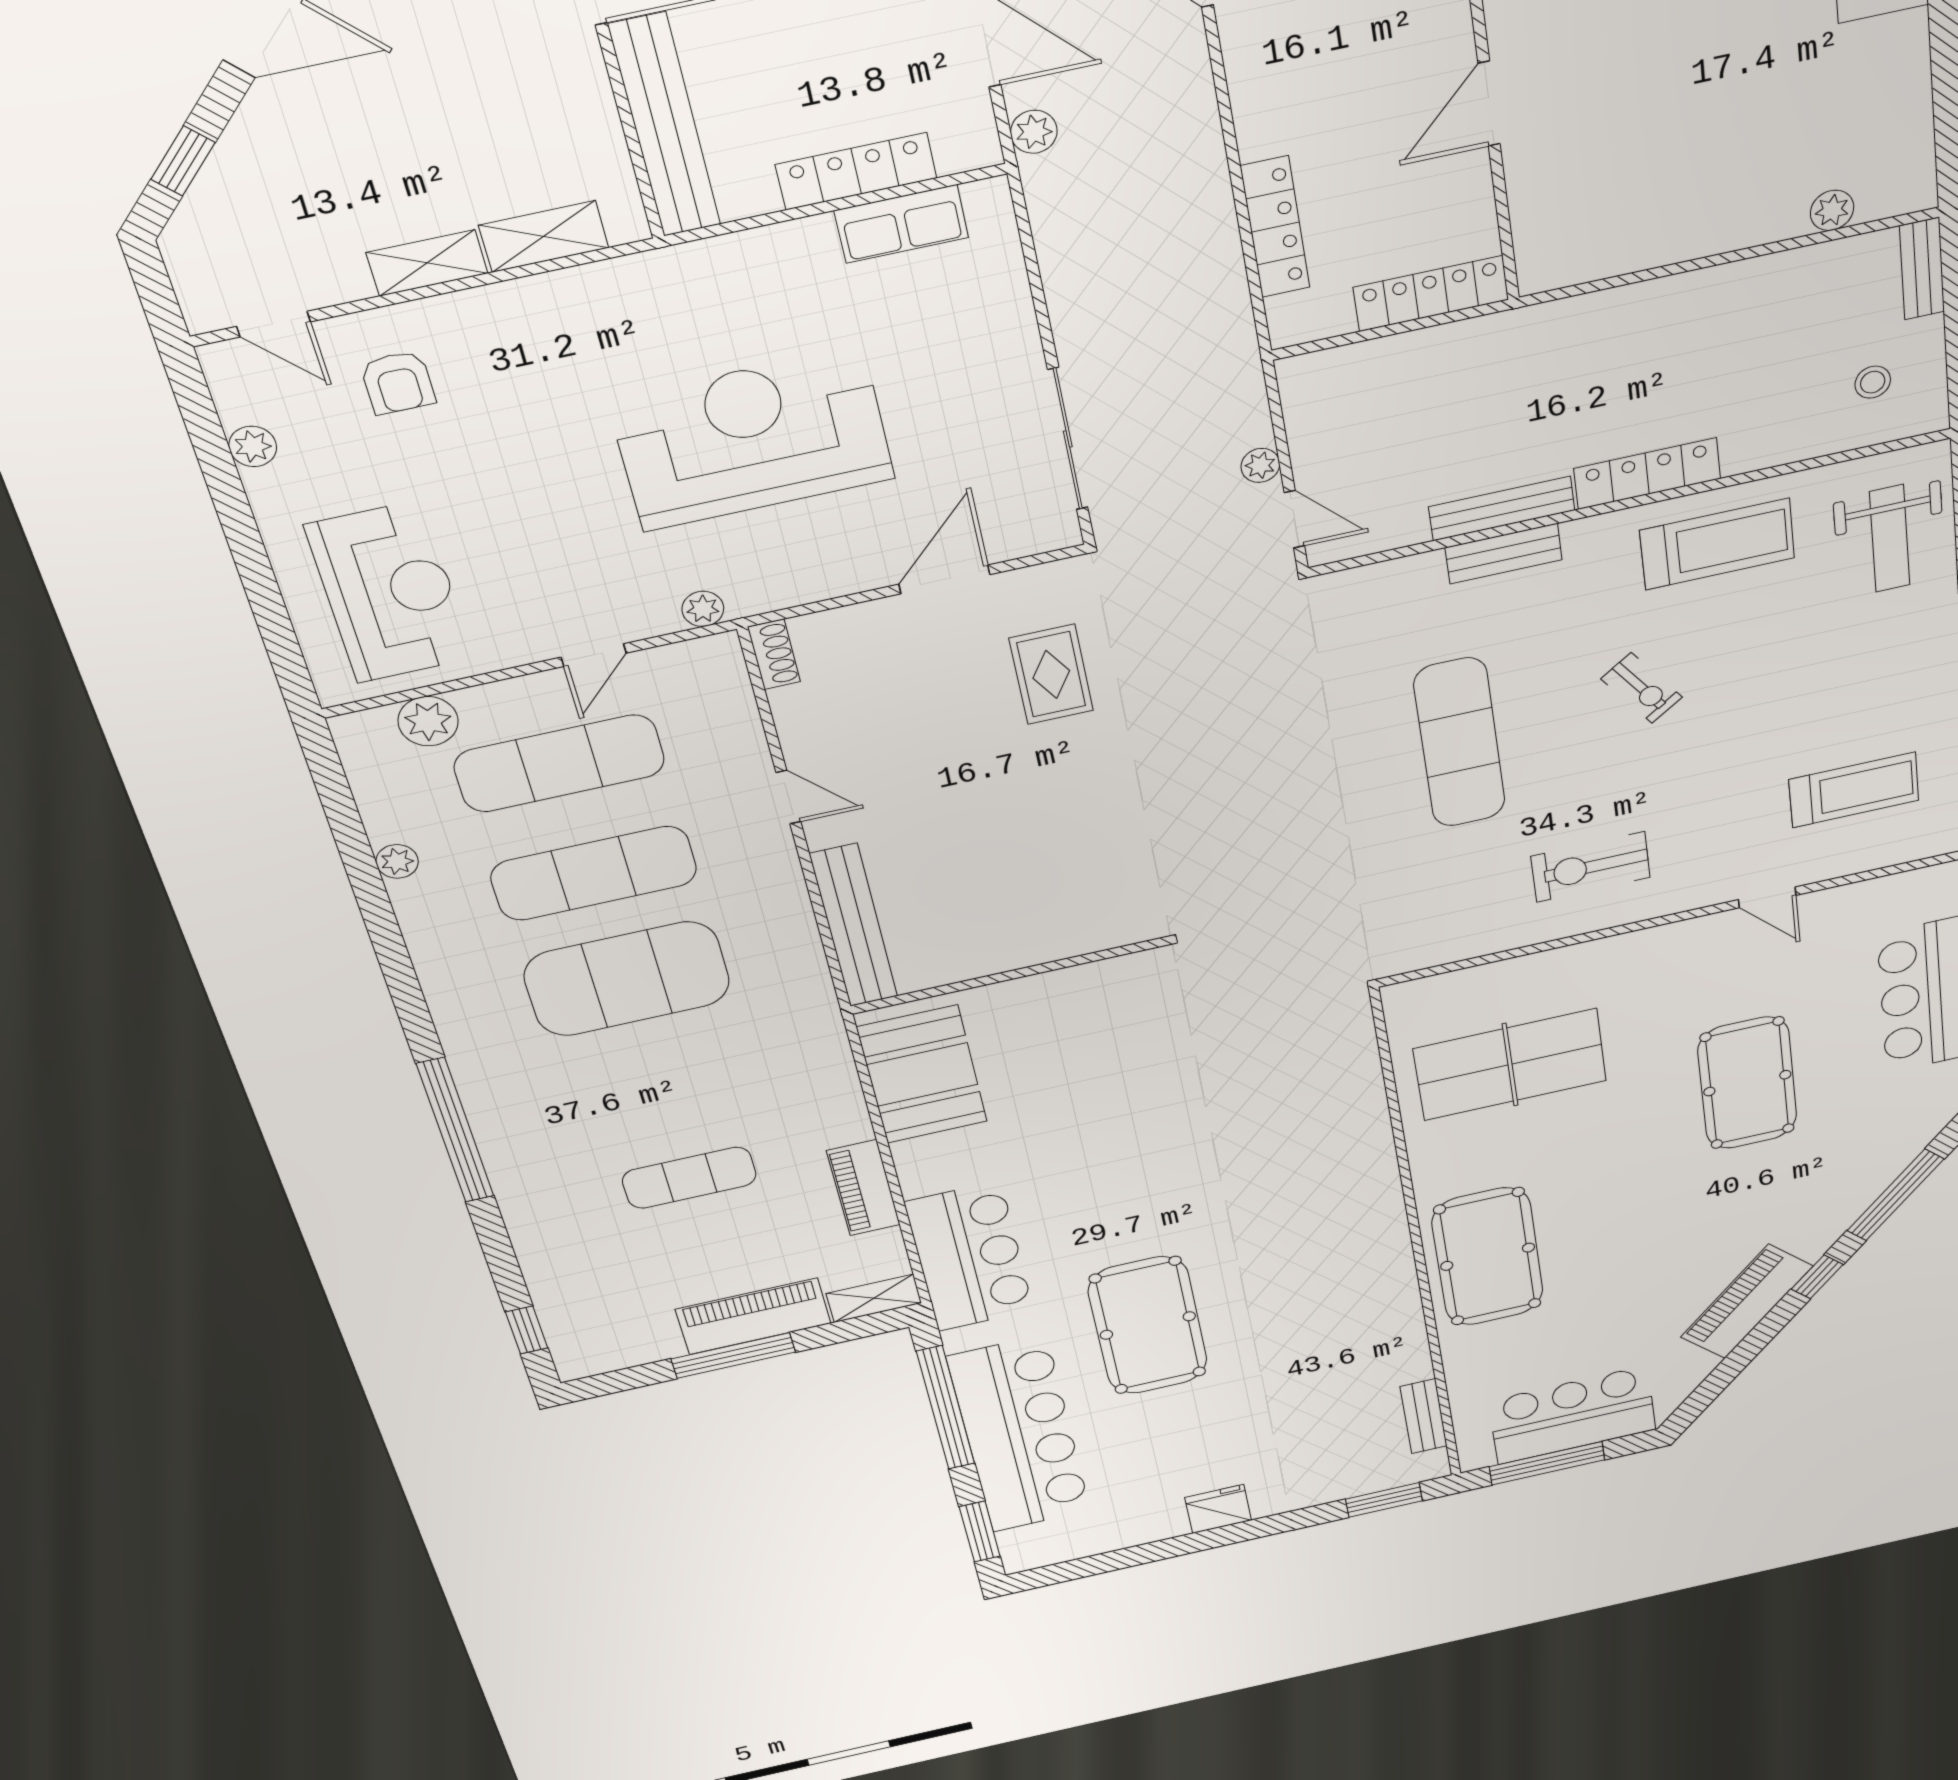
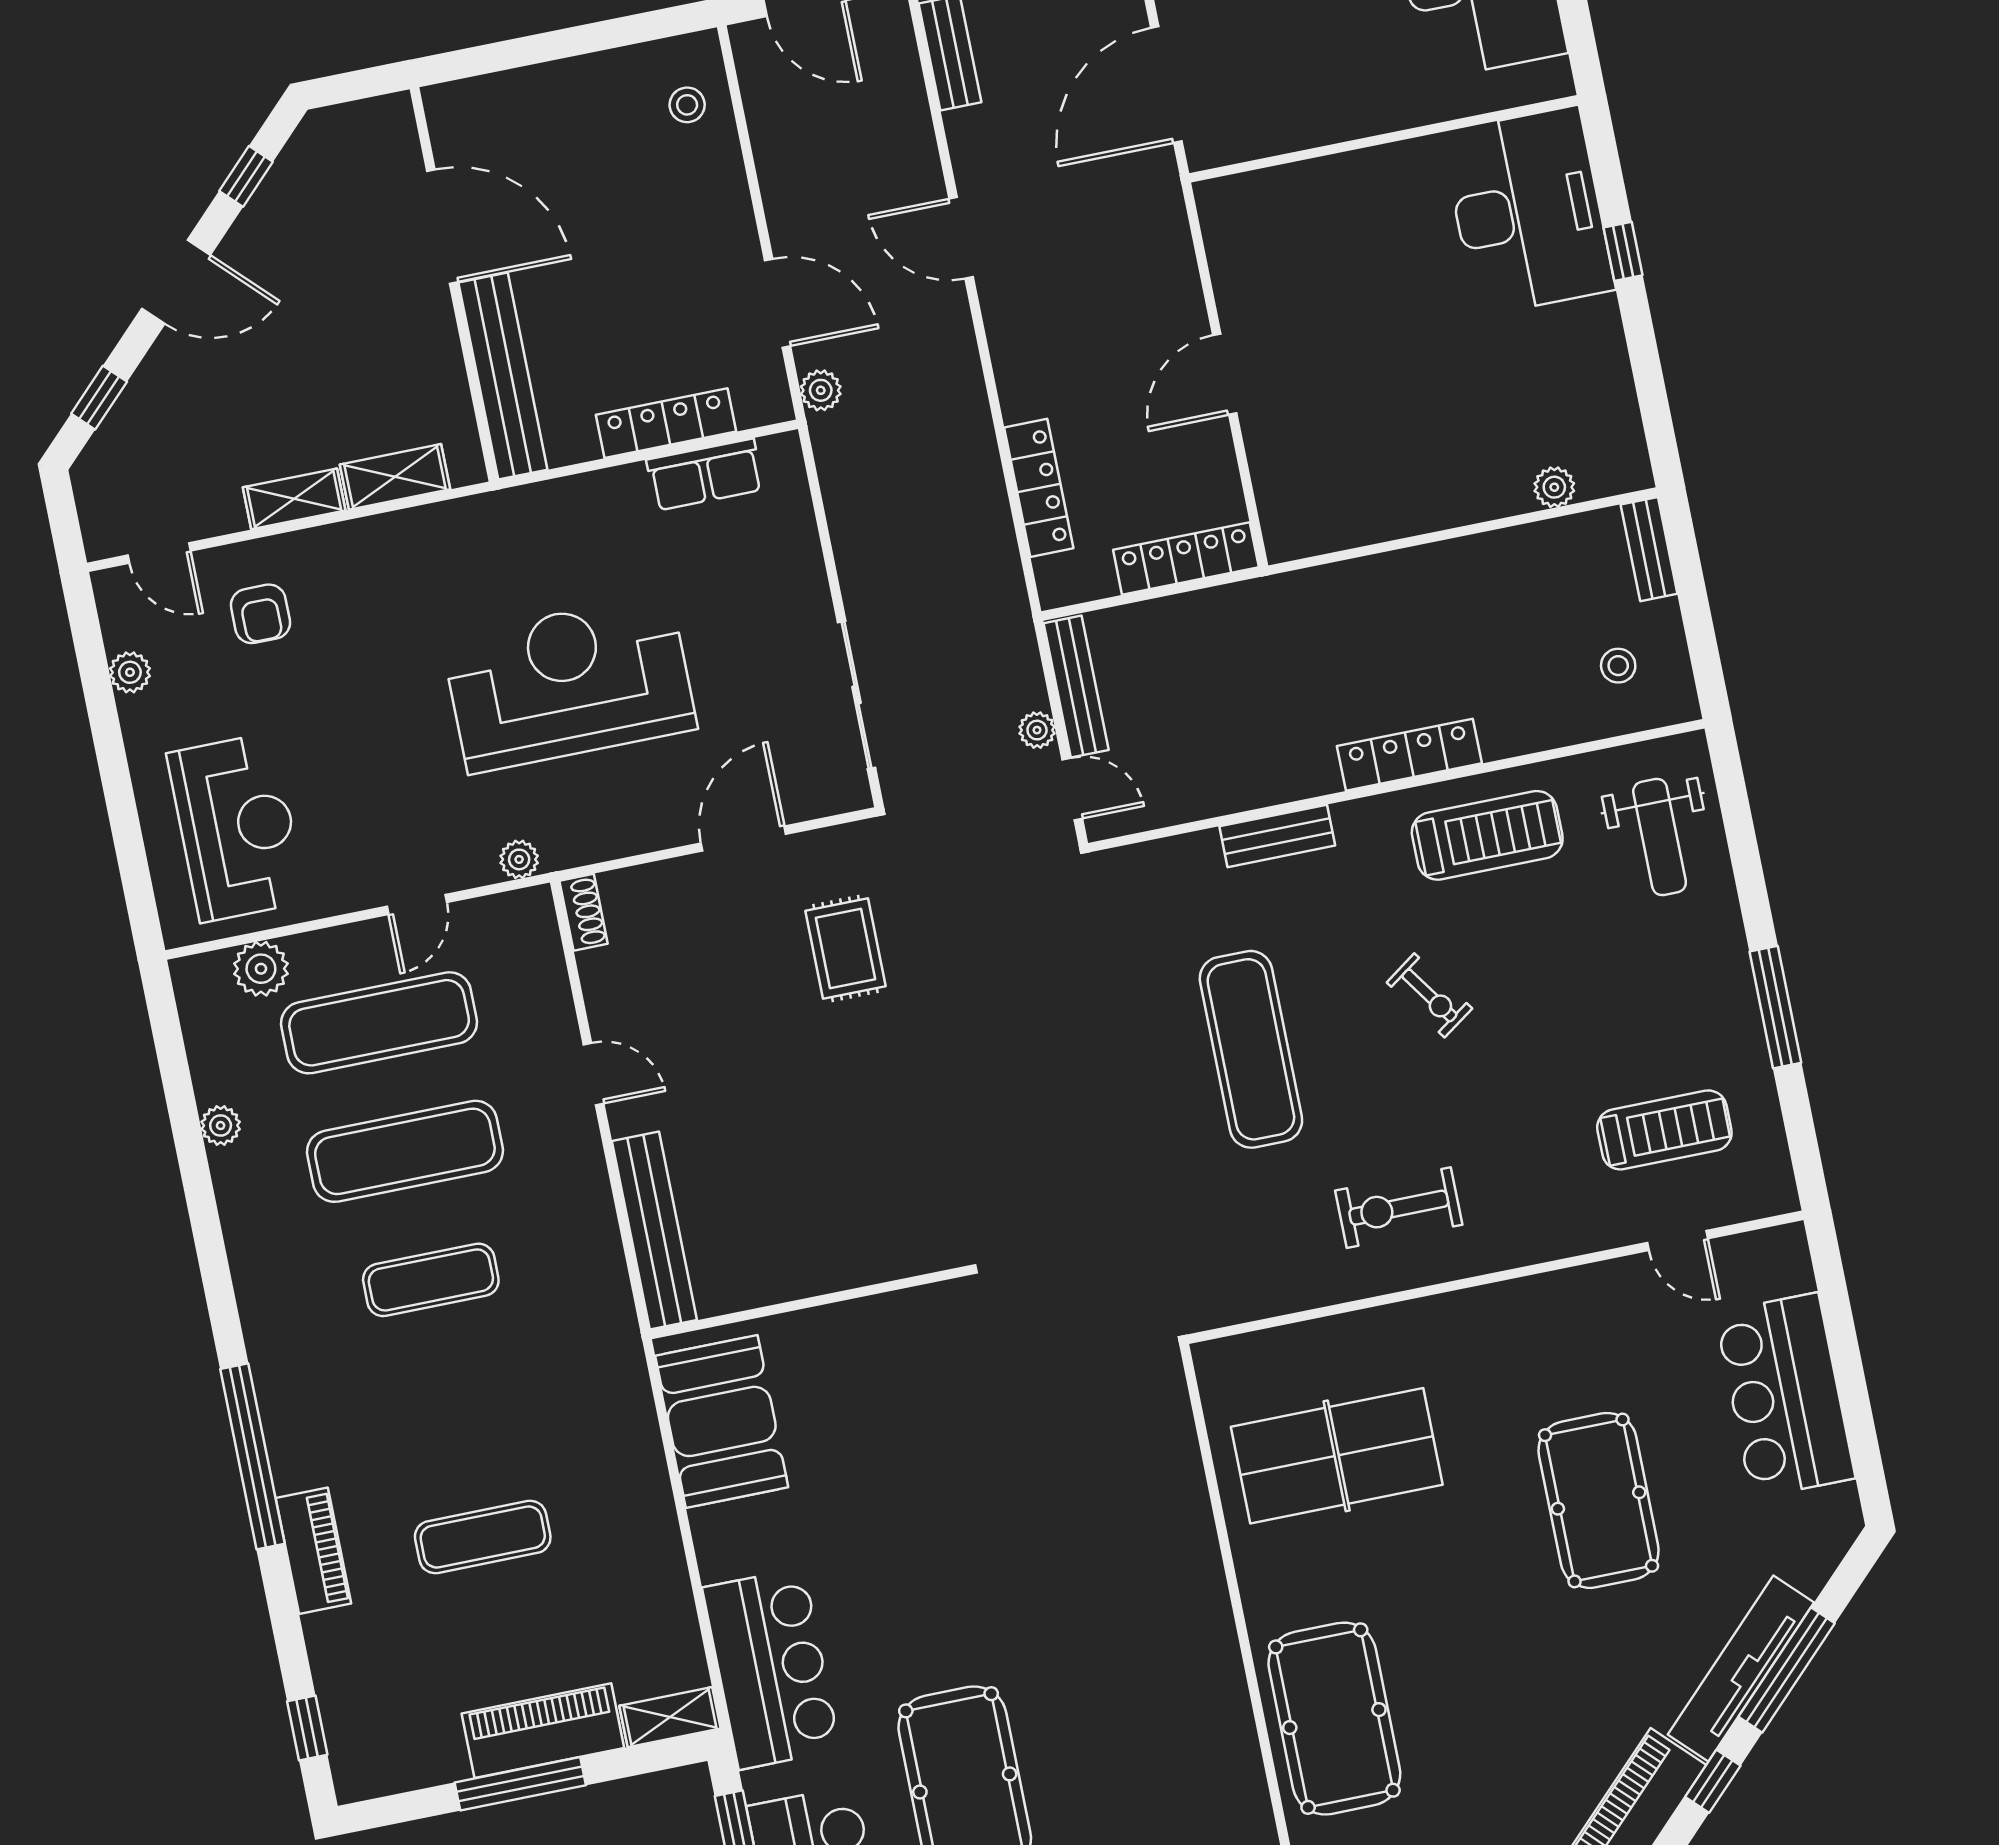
bench: (1502, 508) -> (1076, 687), moved, turned 90
door: (1767, 897) -> (1677, 1241), moved
exercise mat: (627, 979) -> (431, 1280), width x0.50, depth x0.69
piano: (863, 1188) -> (313, 1551), moved, turned 180
tv unit: (1855, 1197) -> (1741, 1669), added

